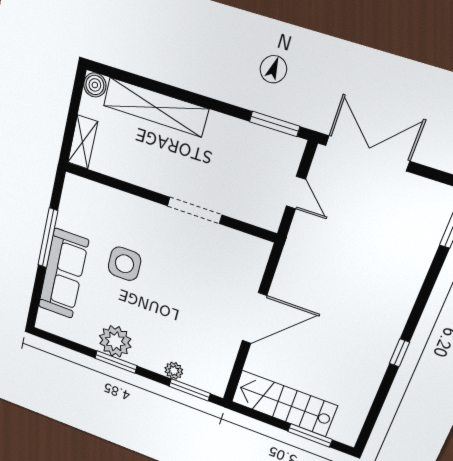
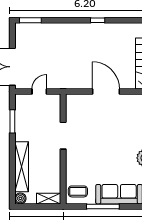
window: (275, 124) -> (12, 121), moved
coffee table: (84, 202) -> (78, 191), added
side table: (124, 264) -> (102, 163), removed

